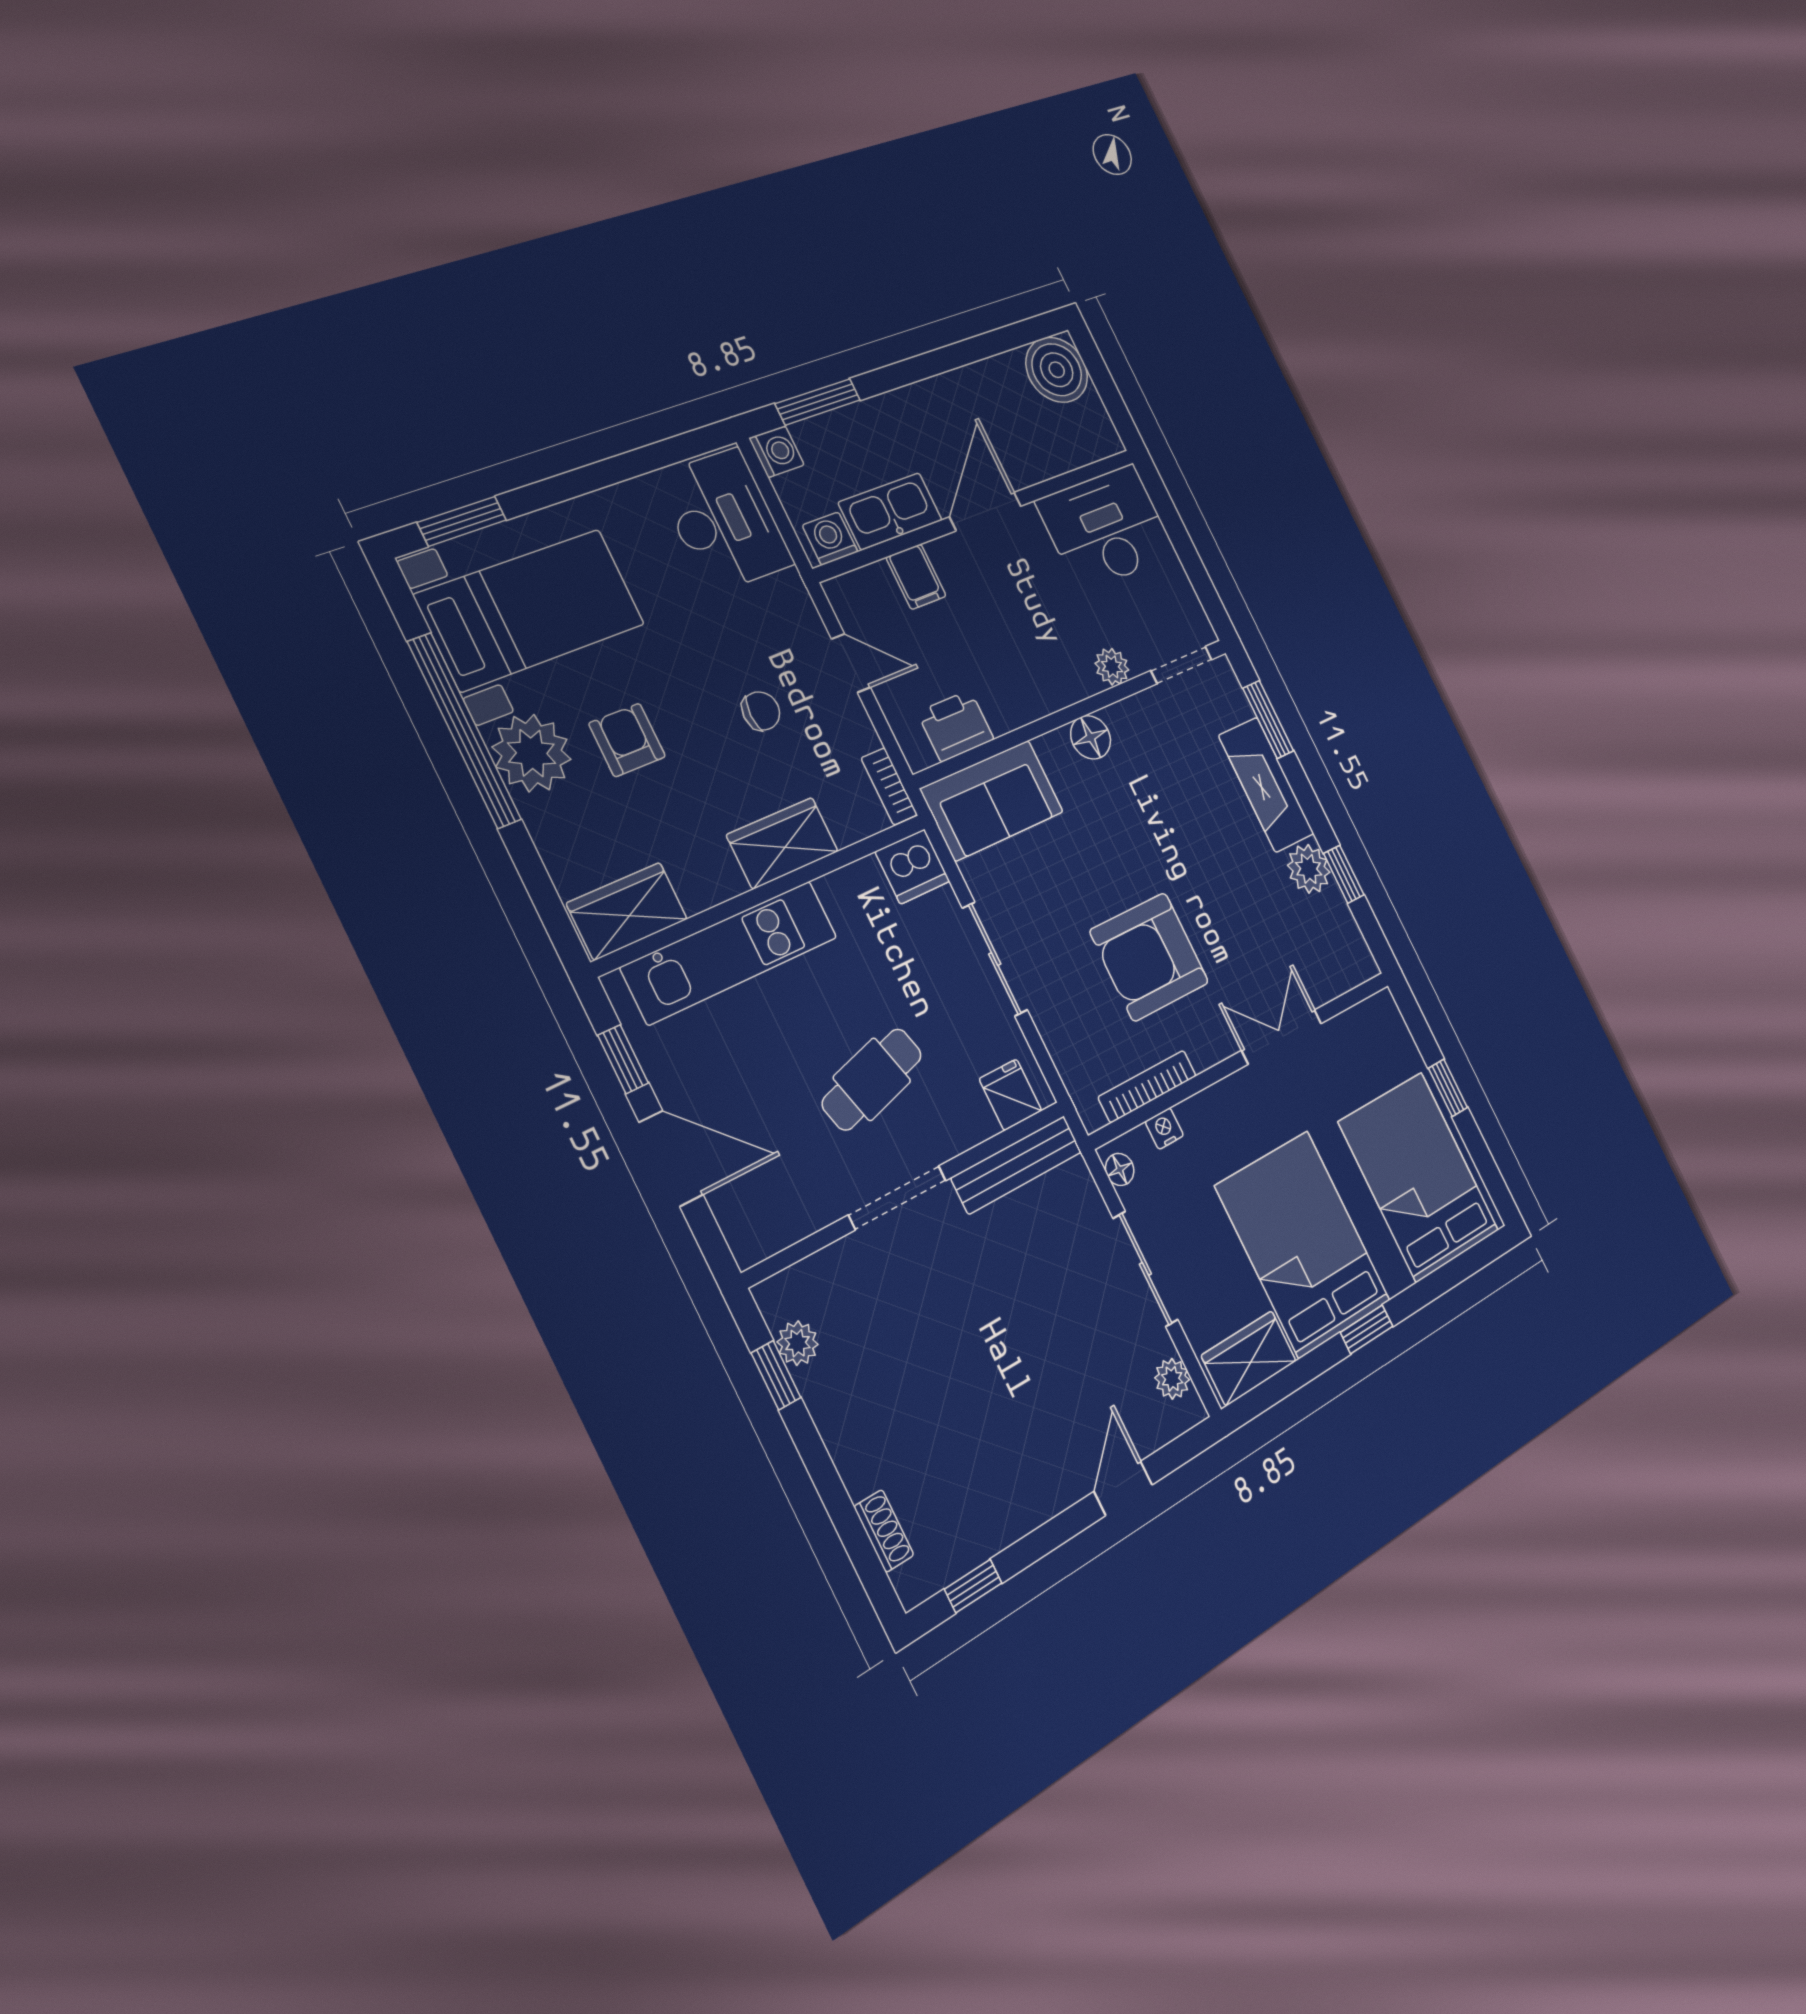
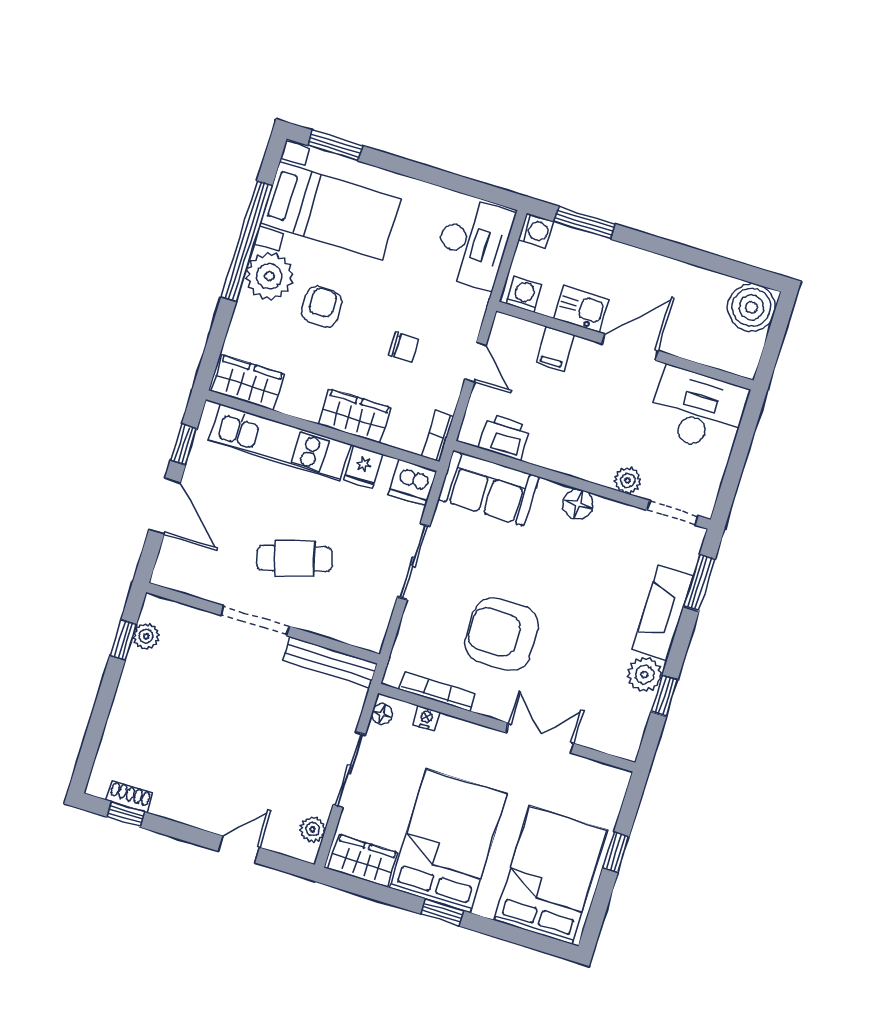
kitchen sink: (890, 511) -> (581, 309), width x0.73
fridge: (1010, 1095) -> (363, 467), moved, turned 180
shoe rack: (884, 1531) -> (130, 797), moved, turned -90

